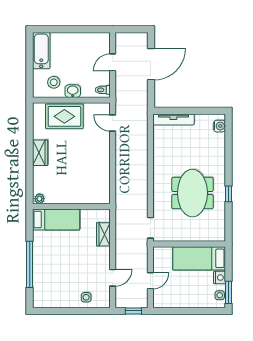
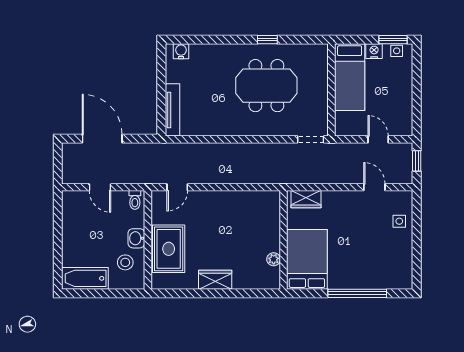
plant: (39, 199) -> (274, 259), moved
bed: (56, 220) -> (307, 259), width x1.50
wardrobe: (103, 234) -> (306, 199), moved

